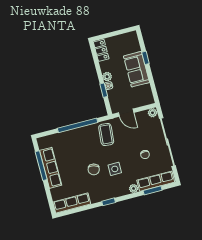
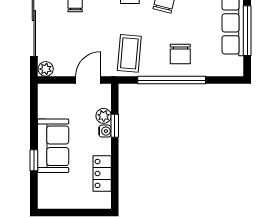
locker: (101, 50) -> (102, 173), moved
plant: (107, 77) -> (104, 116), moved
door: (126, 113) -> (88, 80), hinge flipped
chair: (76, 142) -> (180, 54), added

